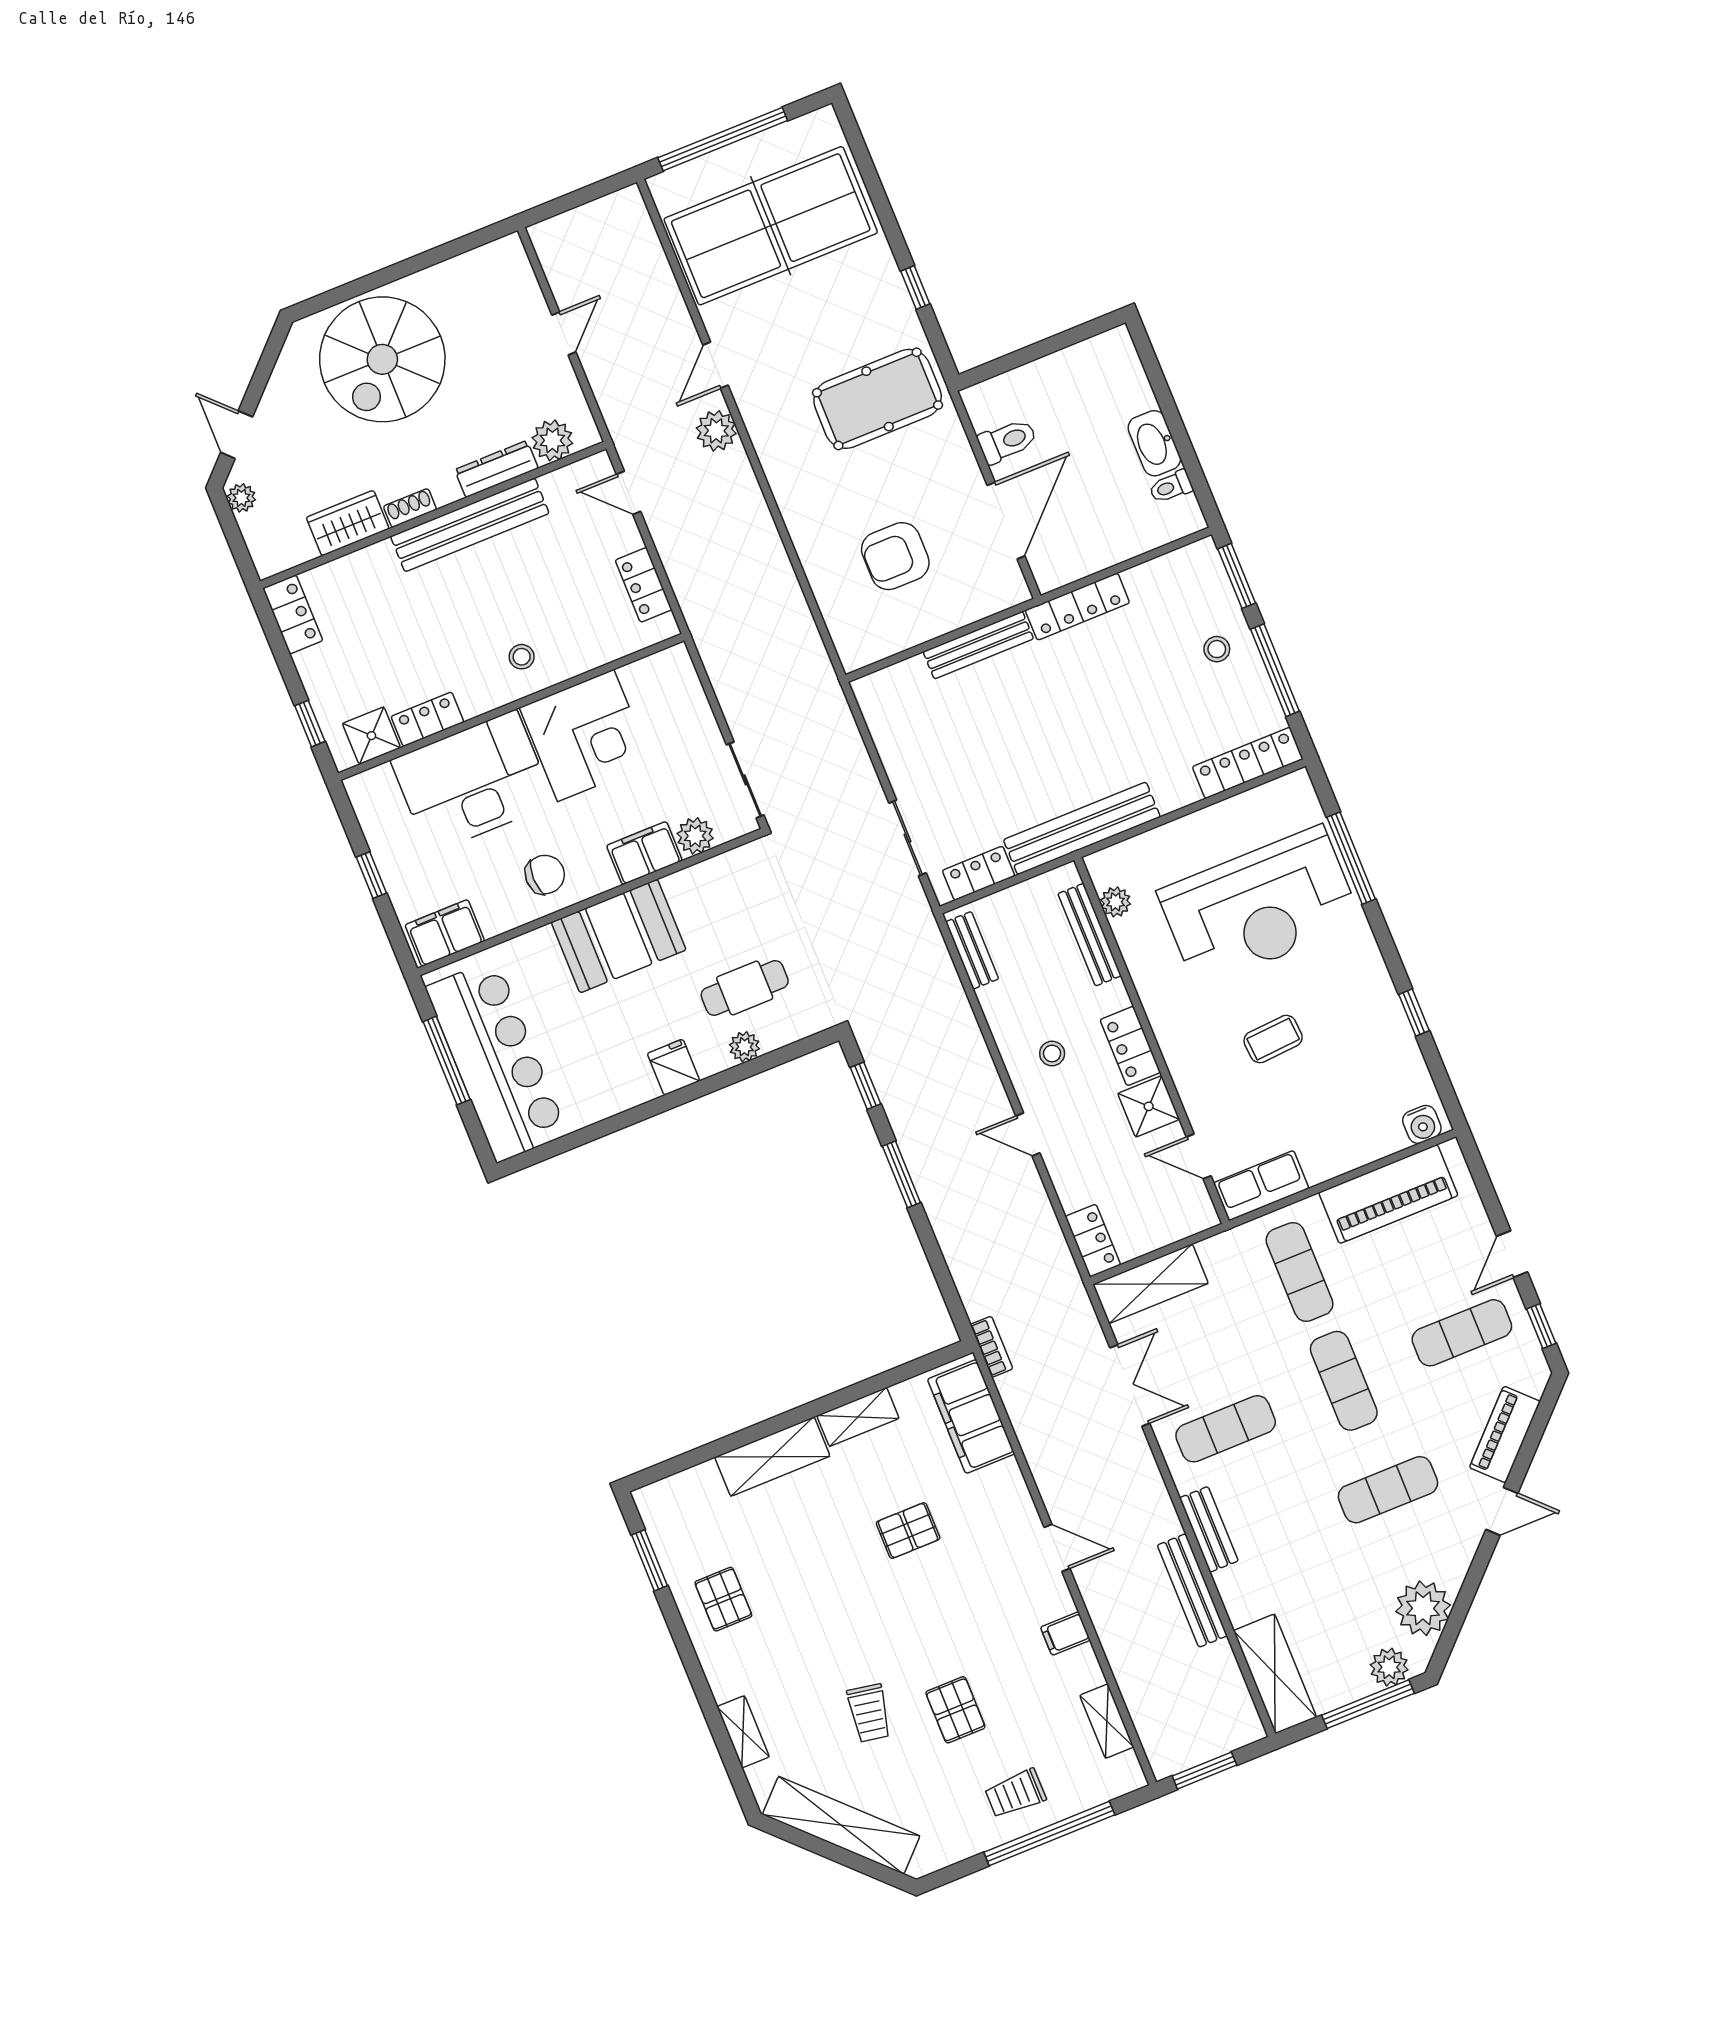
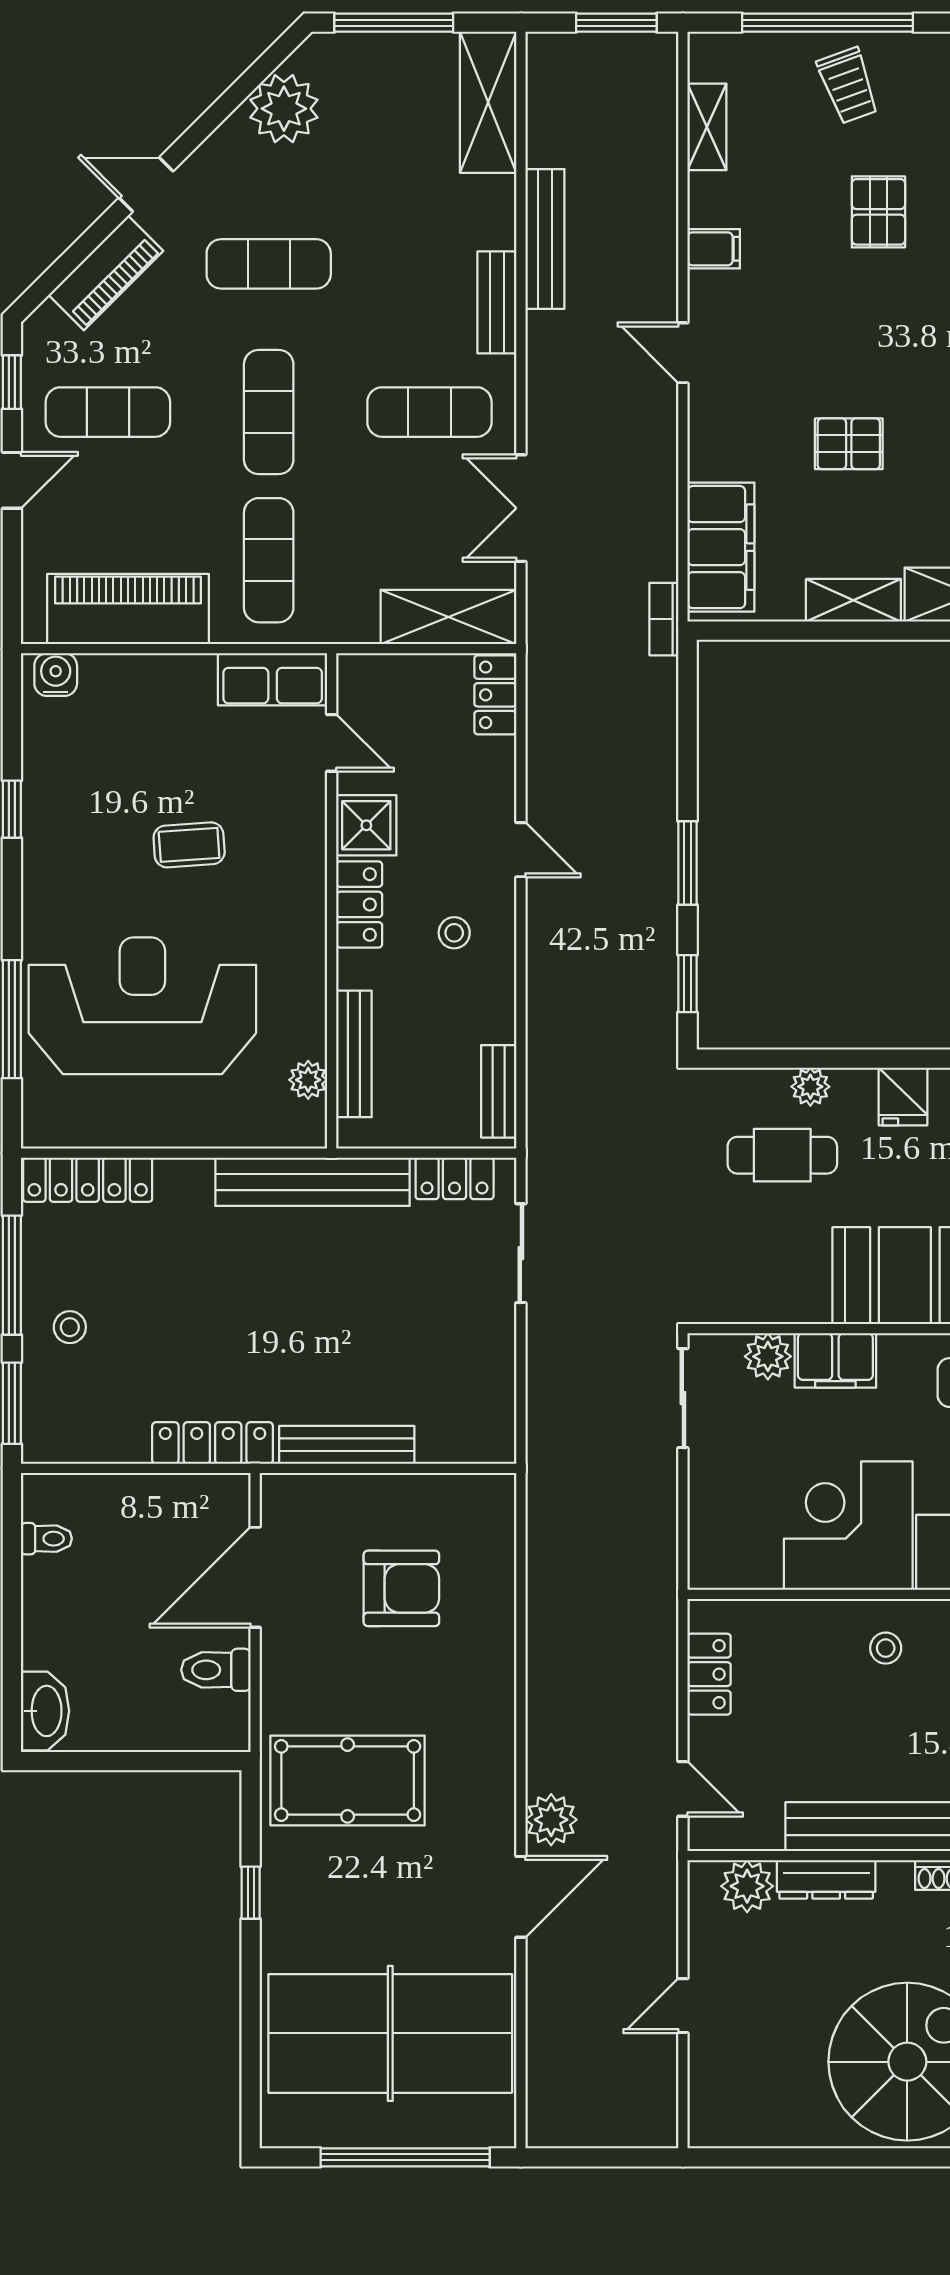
door: (715, 365) -> (521, 1897), width x1.38
washbasin: (1154, 443) -> (45, 1711), moved
plant: (1389, 1667) -> (351, 56), removed
trolley: (1015, 1794) -> (848, 86), turned 70

